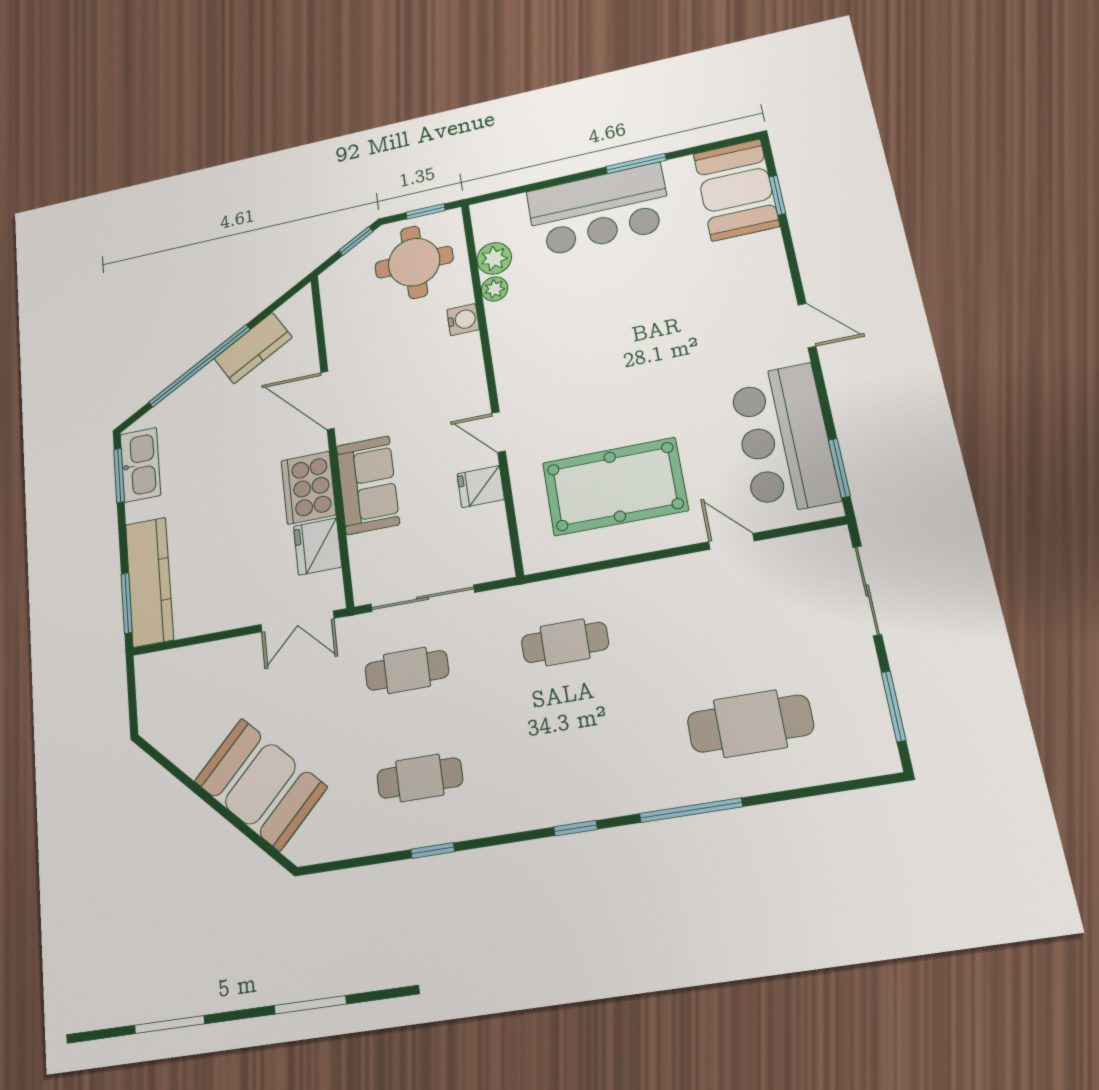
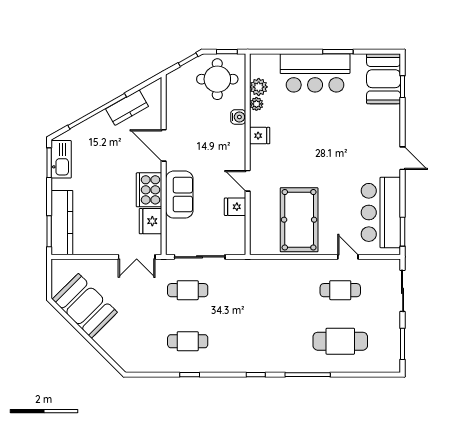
fridge: (510, 344) -> (260, 136), added
pool table: (615, 487) -> (299, 220), turned 90
cafe table: (565, 642) -> (340, 290), moved
booth: (260, 784) -> (85, 306), moved

